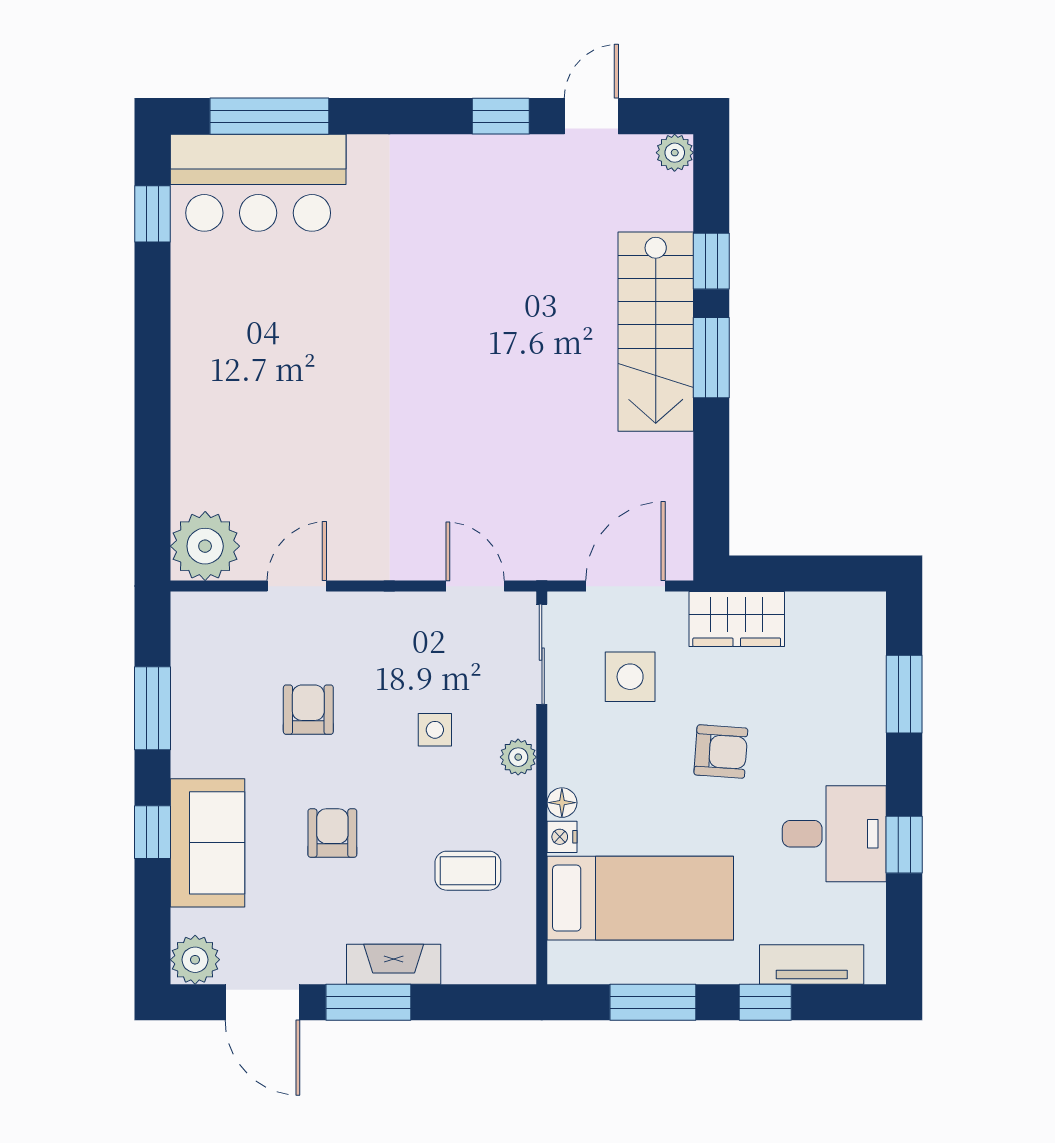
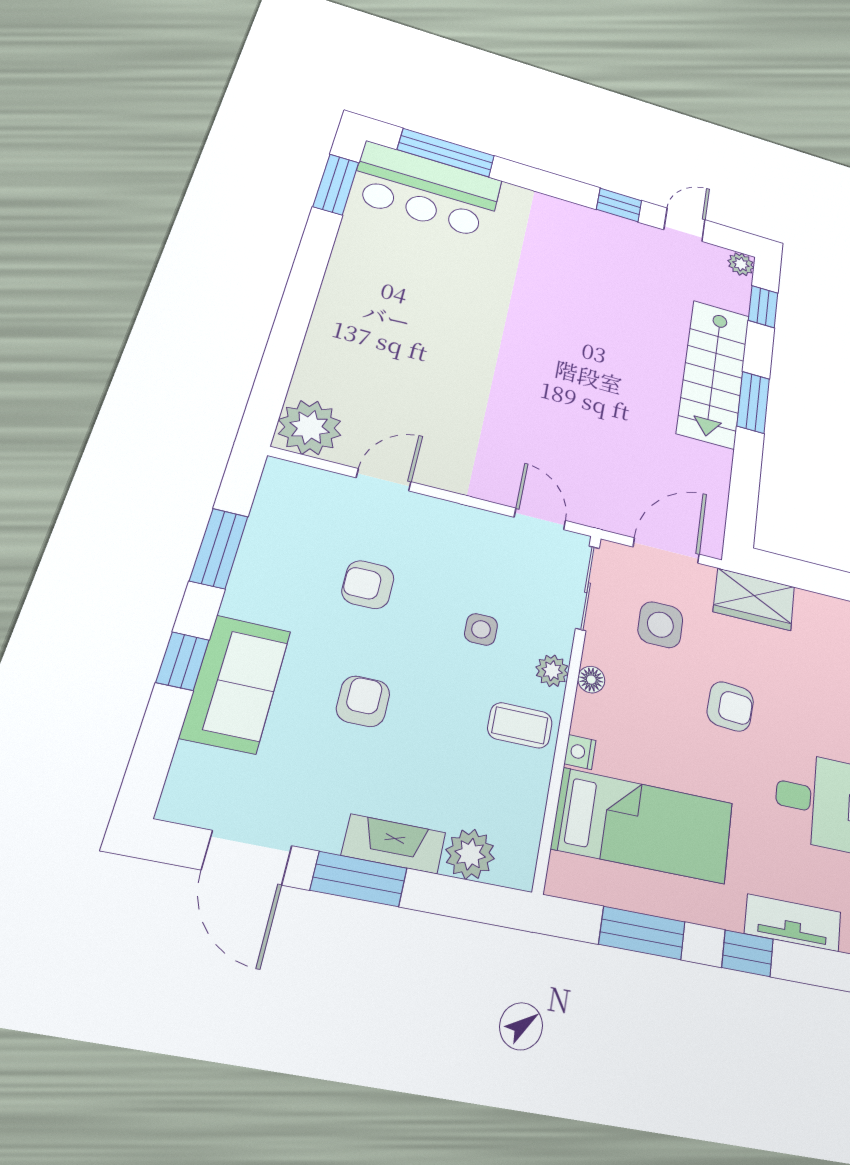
window: (152, 214) -> (336, 184), width x1.50
window: (711, 261) -> (763, 307), moved
armchair: (308, 710) -> (368, 585), turned -90
floor lamp: (562, 803) -> (591, 680), moved
coffee table: (468, 871) -> (520, 725), moved
plant: (195, 960) -> (470, 854), moved

